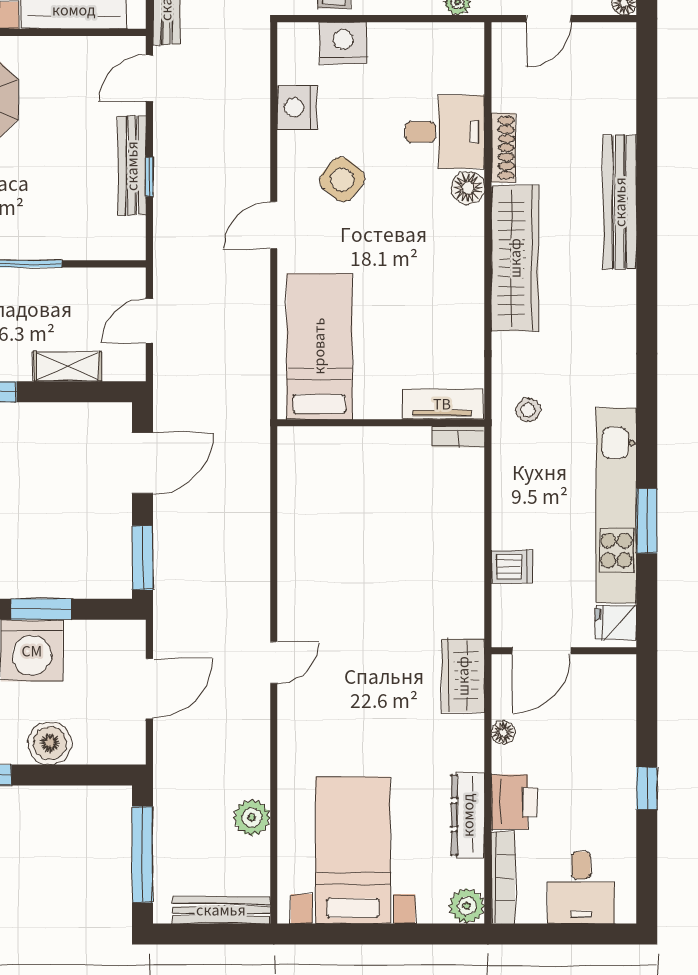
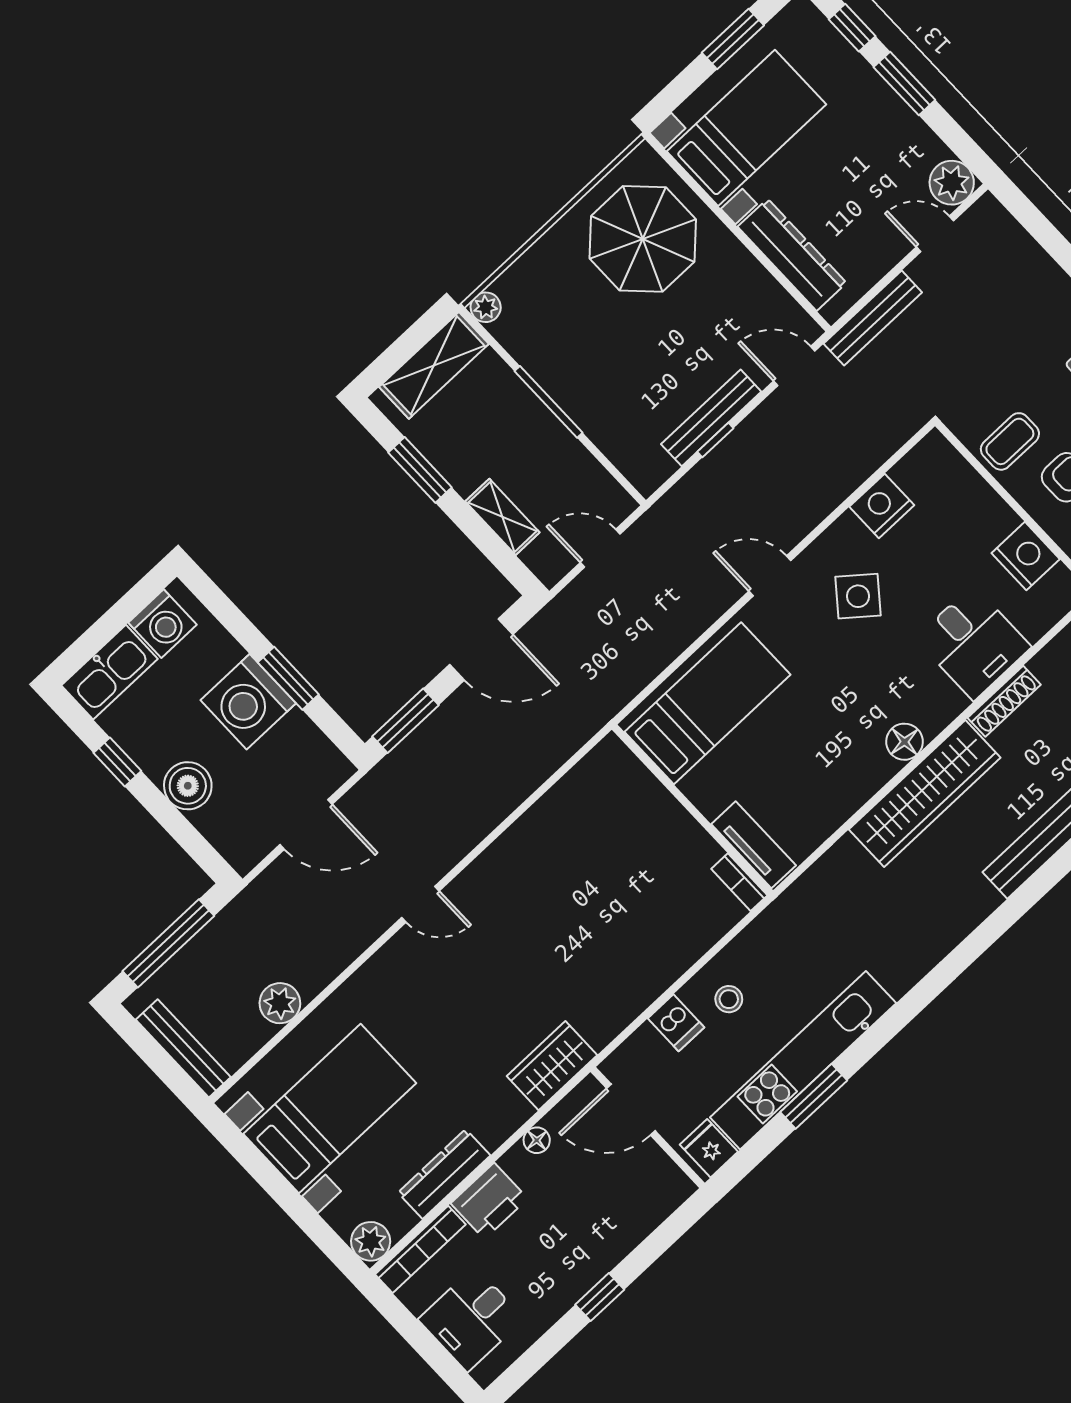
nightstand: (343, 43) -> (1026, 556), moved
floor lamp: (468, 188) -> (904, 742), moved
stool: (528, 410) -> (729, 999), moved

